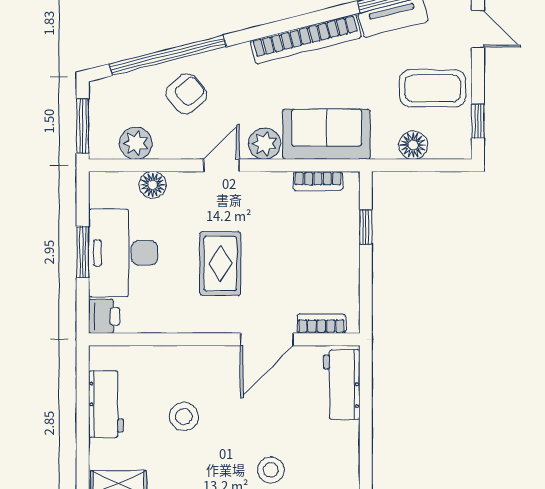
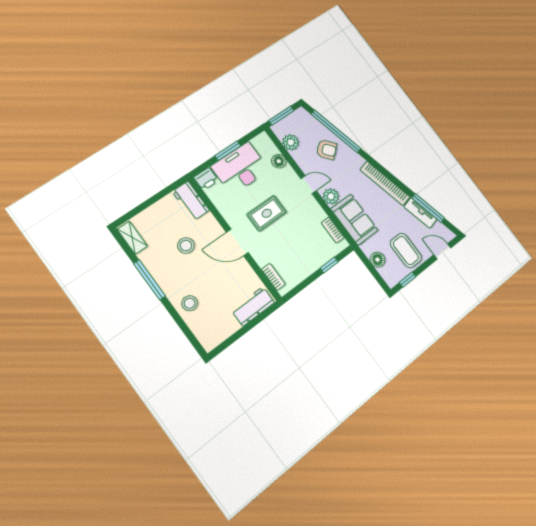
door: (478, 29) -> (442, 251), swing flipped
door: (267, 339) -> (237, 242), moved
workbench: (106, 404) -> (191, 201), moved, turned 90

